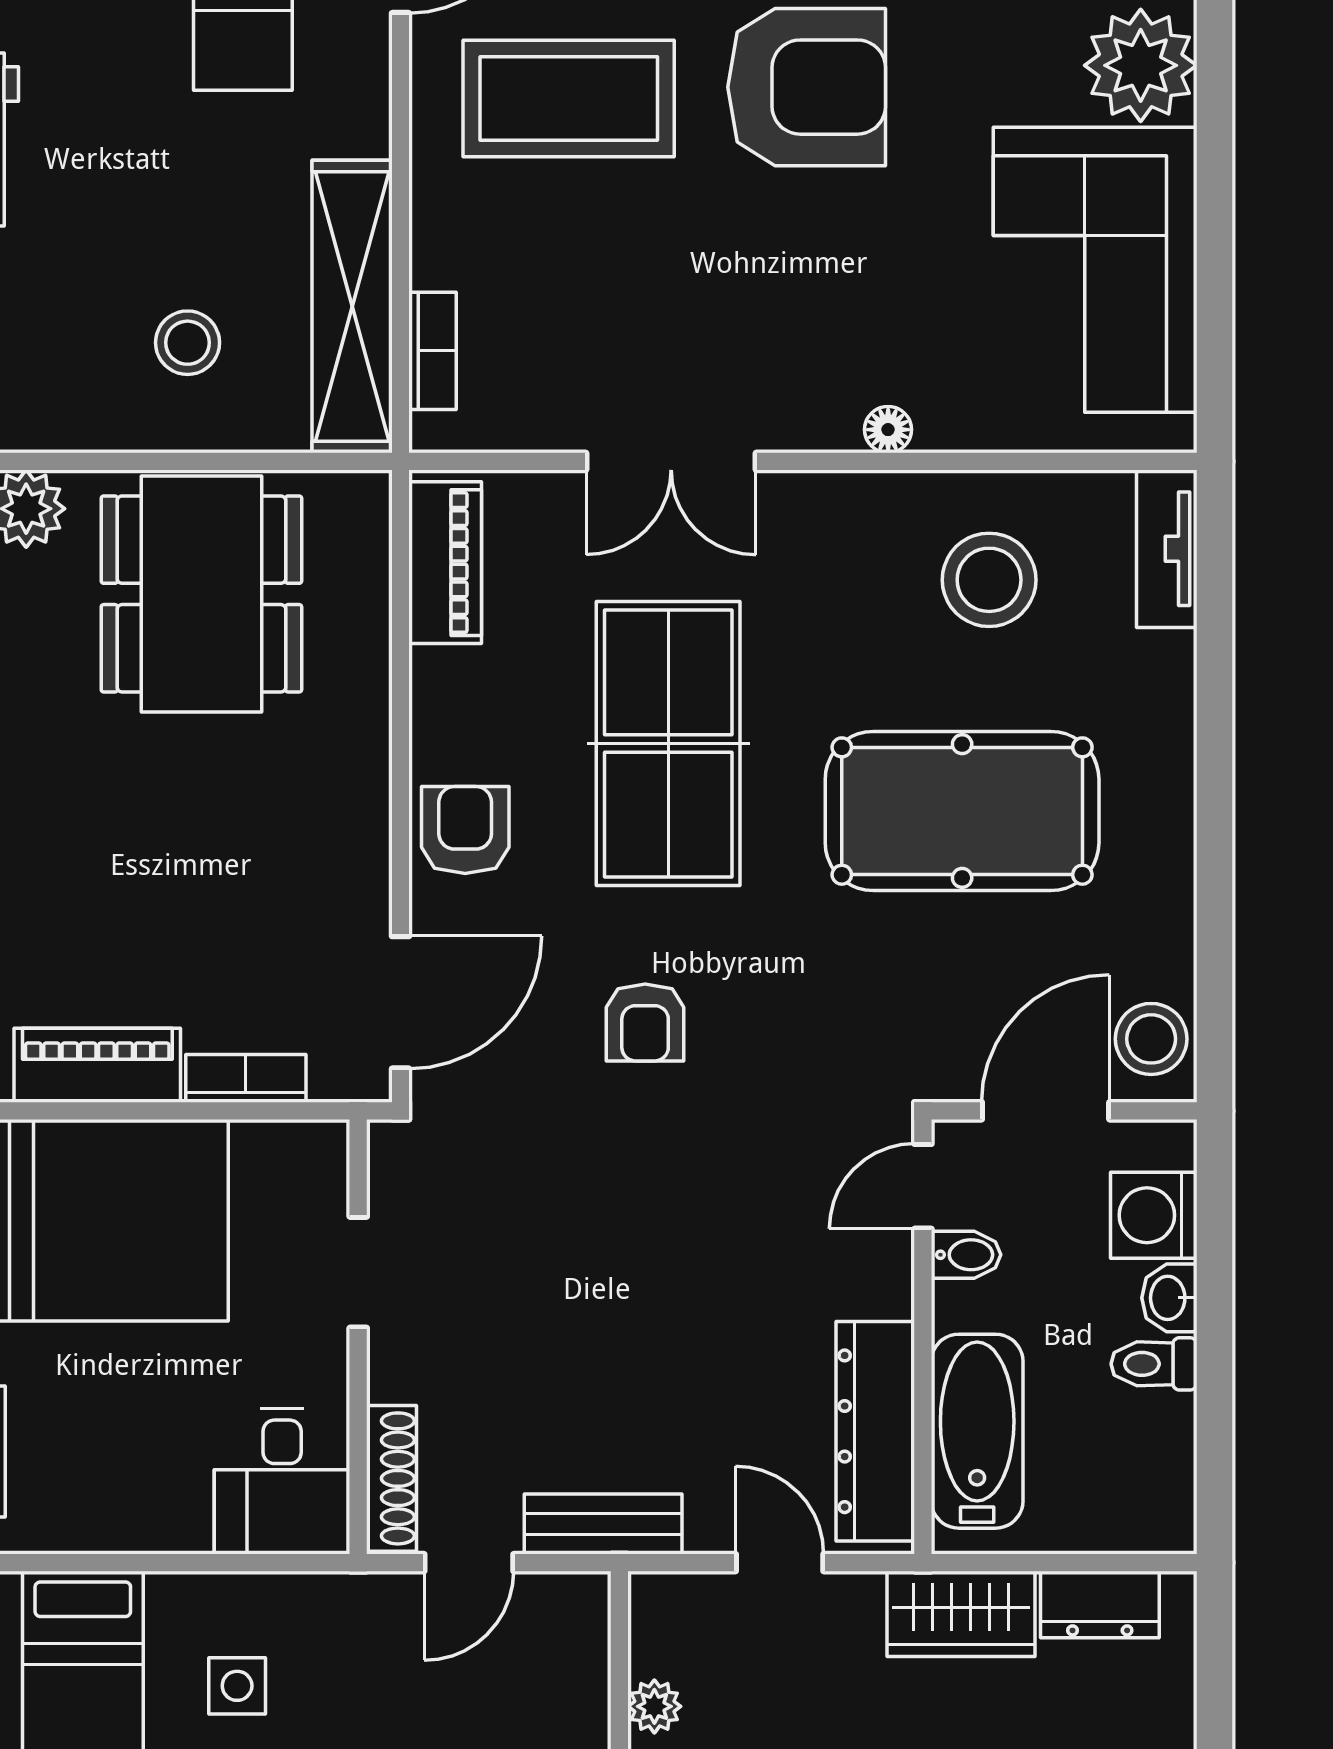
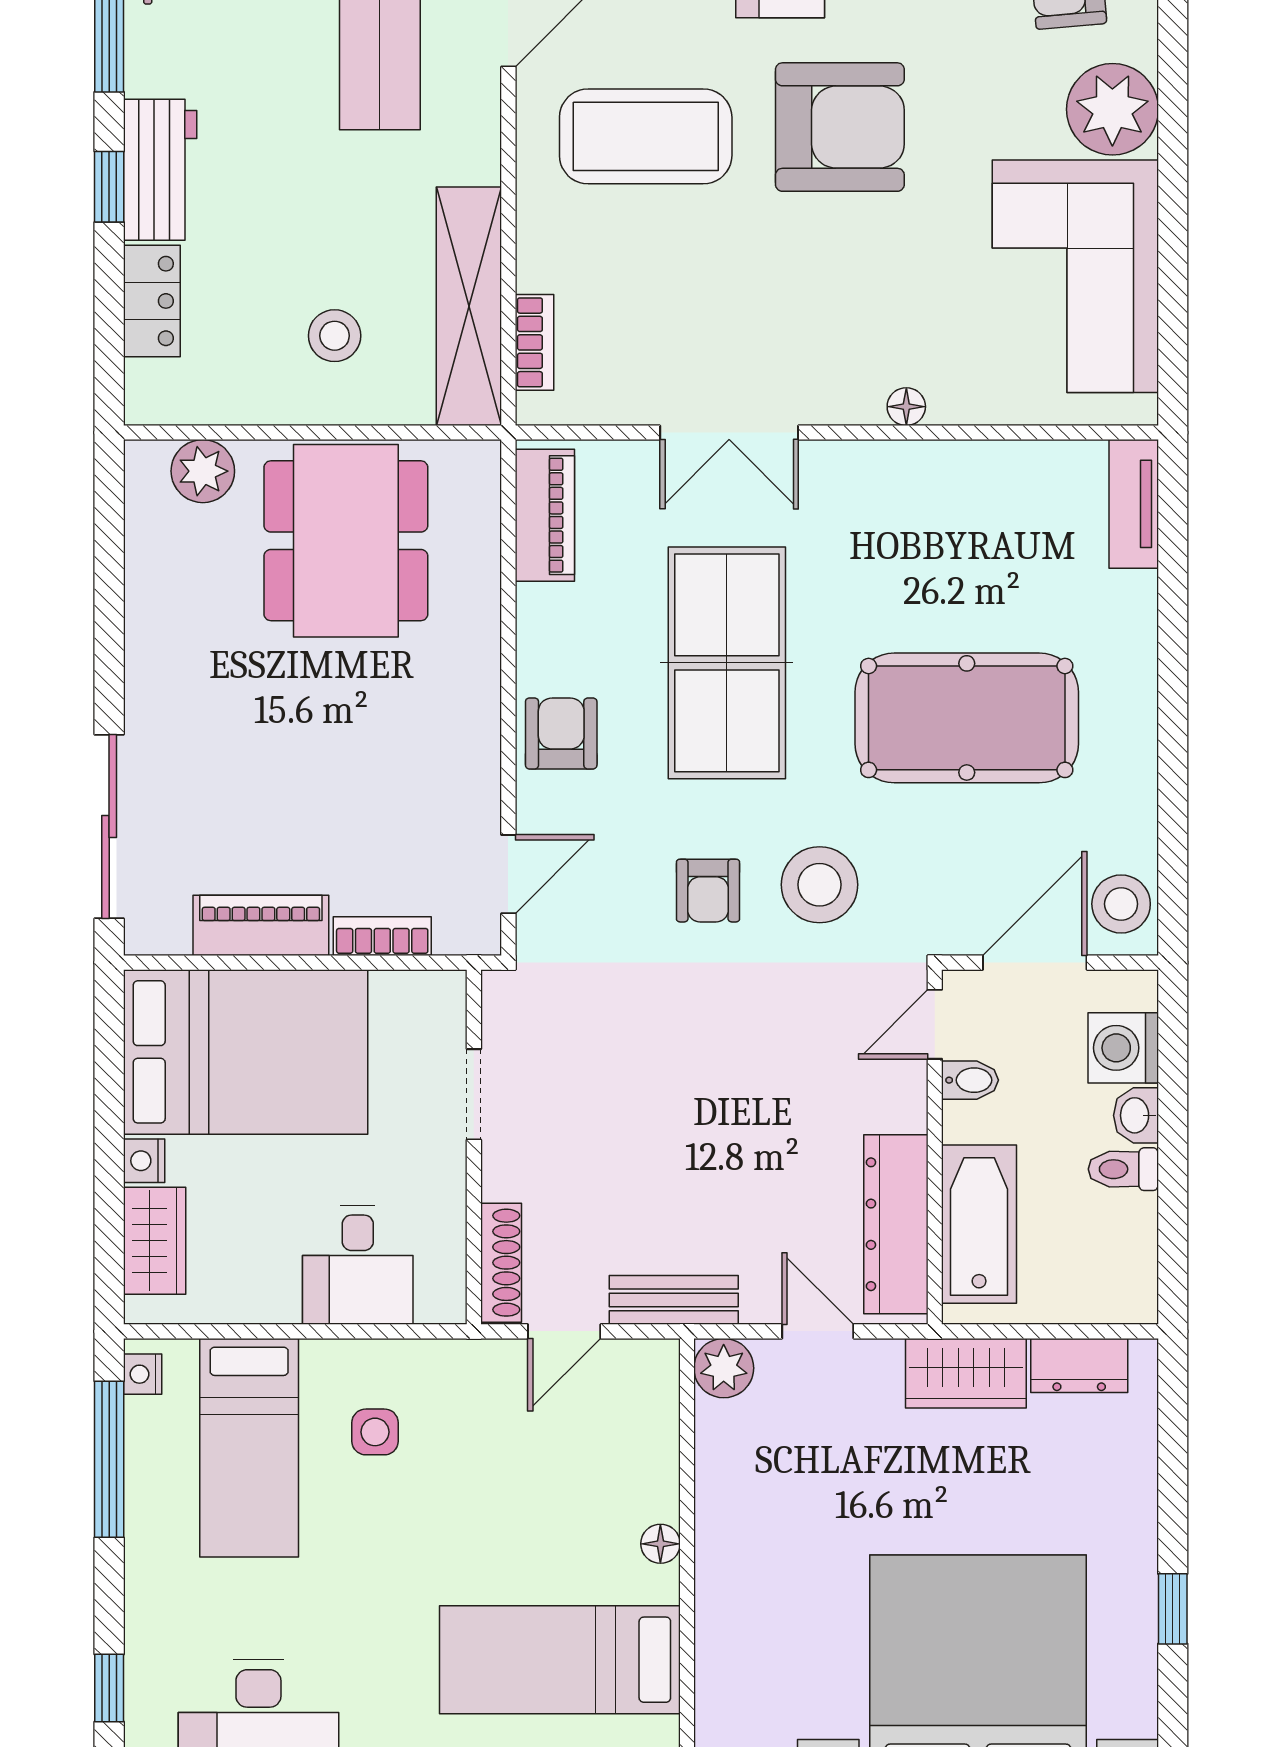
stool: (989, 580) -> (820, 885), moved
door: (401, 1002) -> (508, 874), width x0.73
desk: (282, 1481) -> (358, 1265), moved
plant: (654, 1706) -> (724, 1368), moved, width x1.38, depth x1.38

